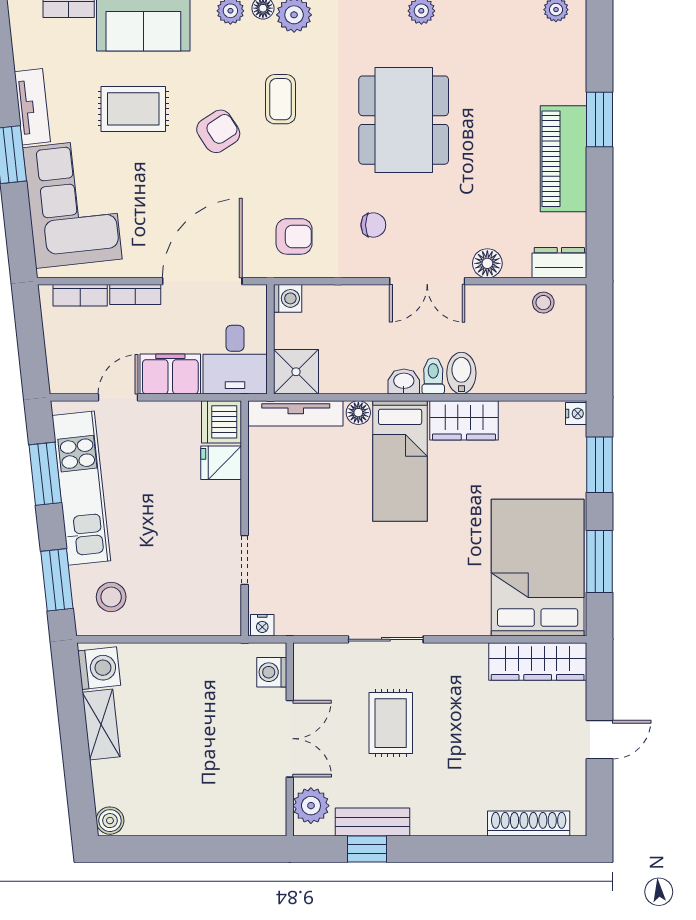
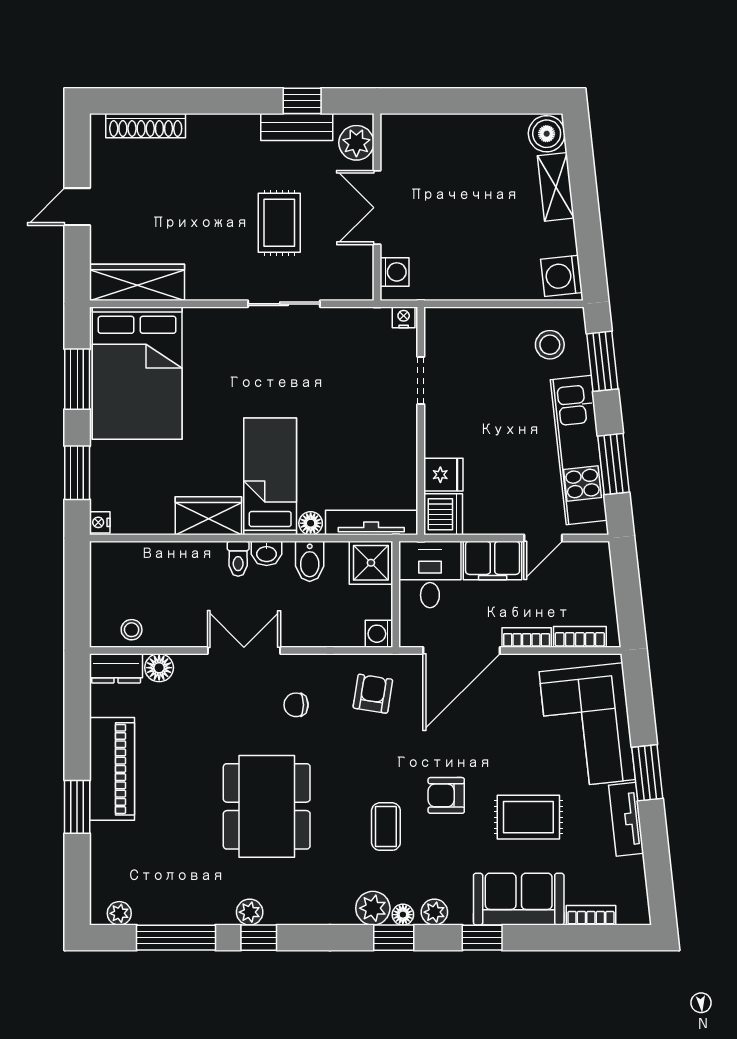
armchair: (218, 131) -> (446, 795), turned 33
armchair: (294, 236) -> (373, 694), turned 99
floor lamp: (487, 263) -> (159, 668), moved
bidet: (461, 373) -> (310, 561), moved
shelving: (101, 725) -> (556, 187), moved
boiler: (110, 821) -> (547, 134), width x1.36, depth x1.36

